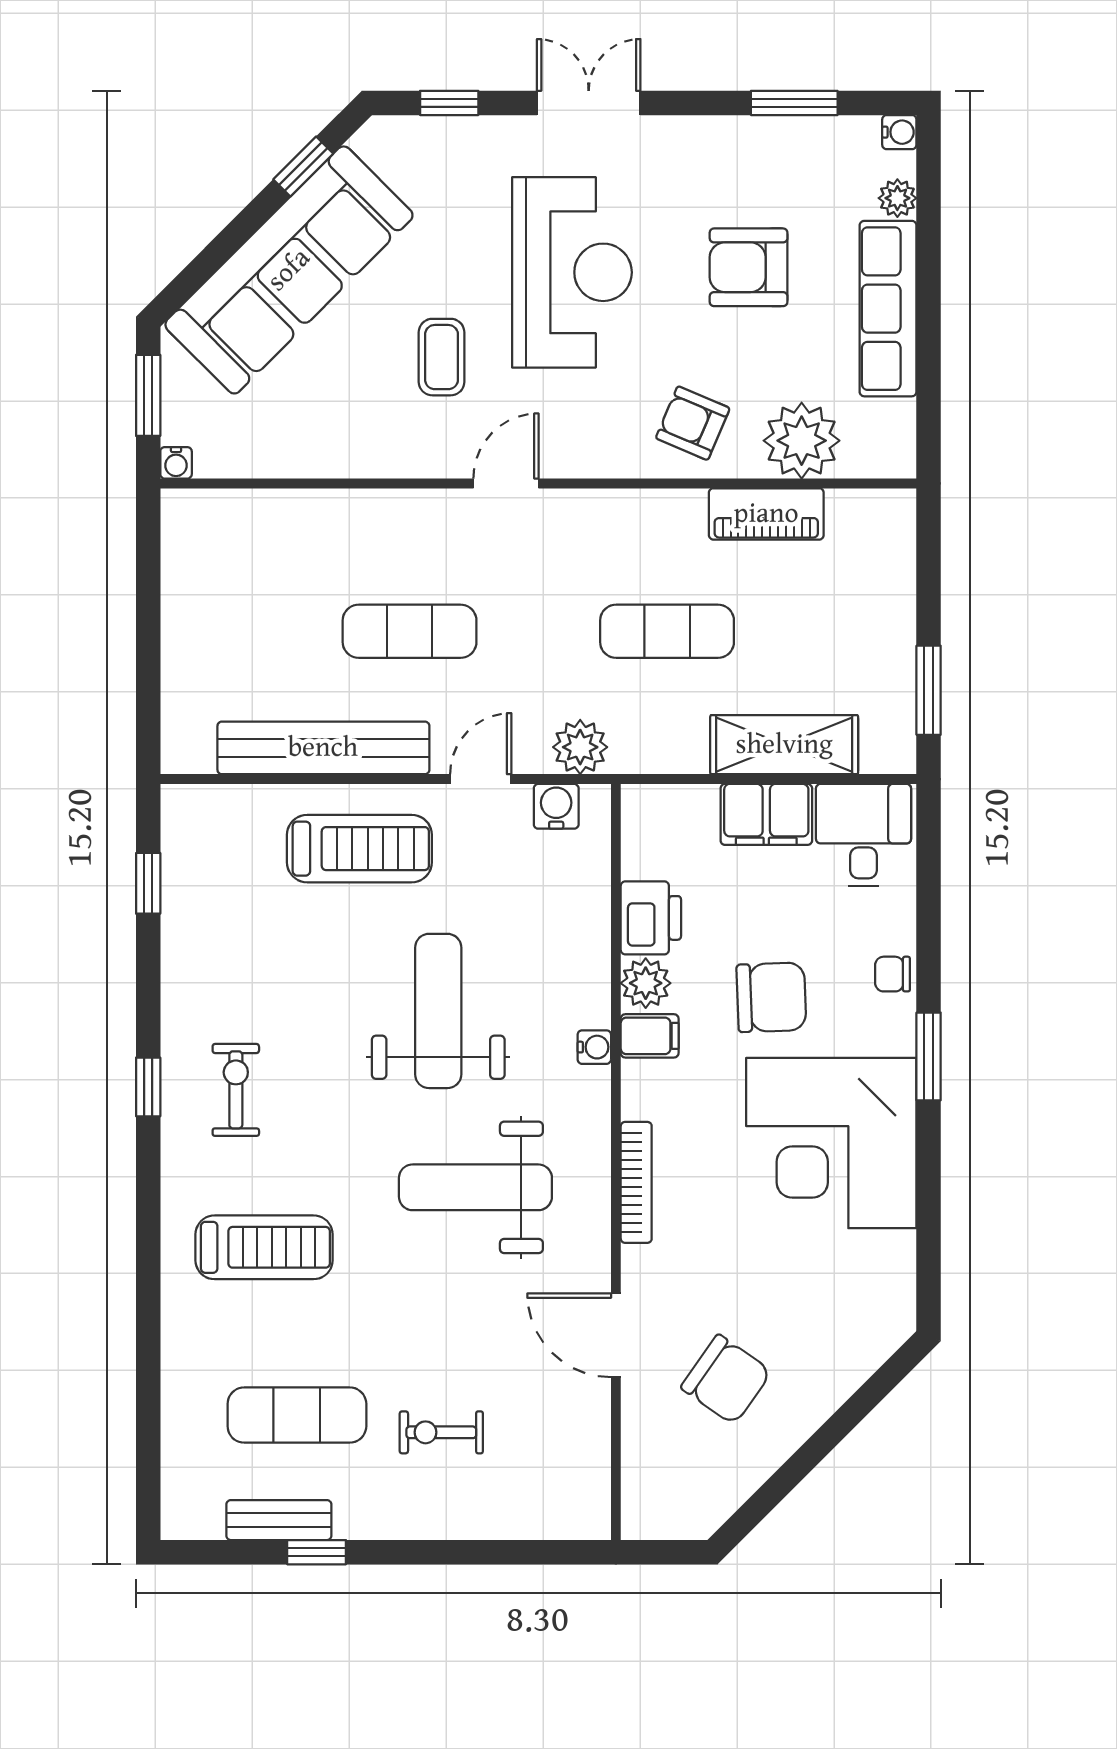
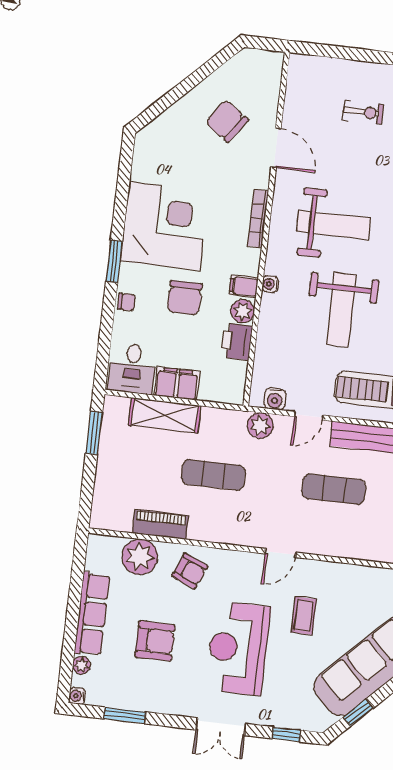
chair: (771, 997) -> (185, 298), turned -88

